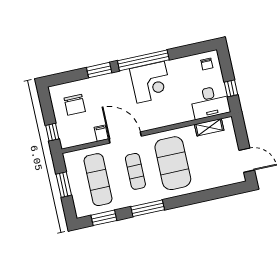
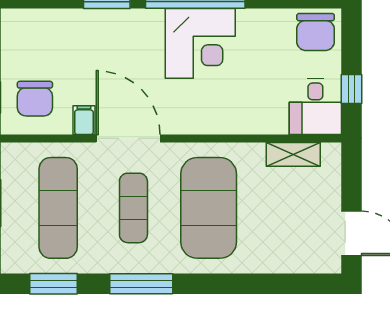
chair: (207, 64) -> (316, 32), width x1.87, depth x1.87
desk: (210, 102) -> (315, 107), width x0.73
chair: (75, 105) -> (35, 99), moved

